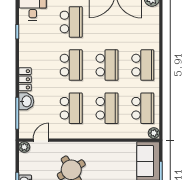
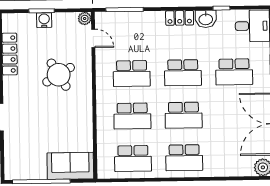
locker: (25, 79) -> (180, 18), moved
washbasin: (26, 101) -> (206, 19), moved
plant: (154, 133) -> (104, 172), removed

